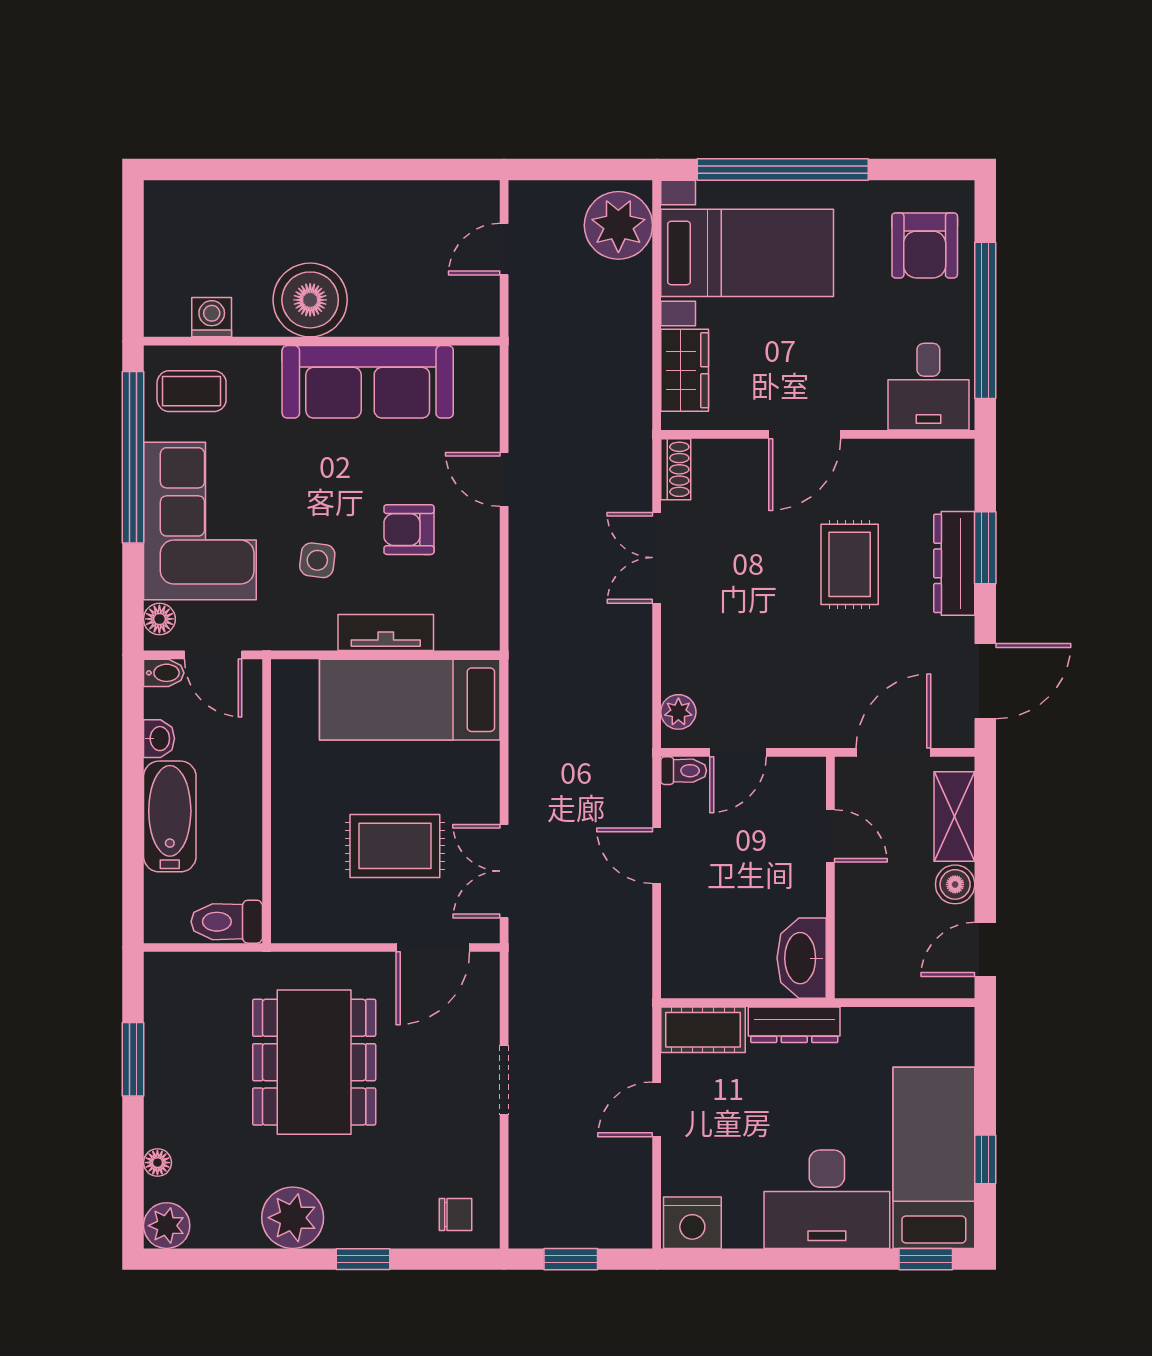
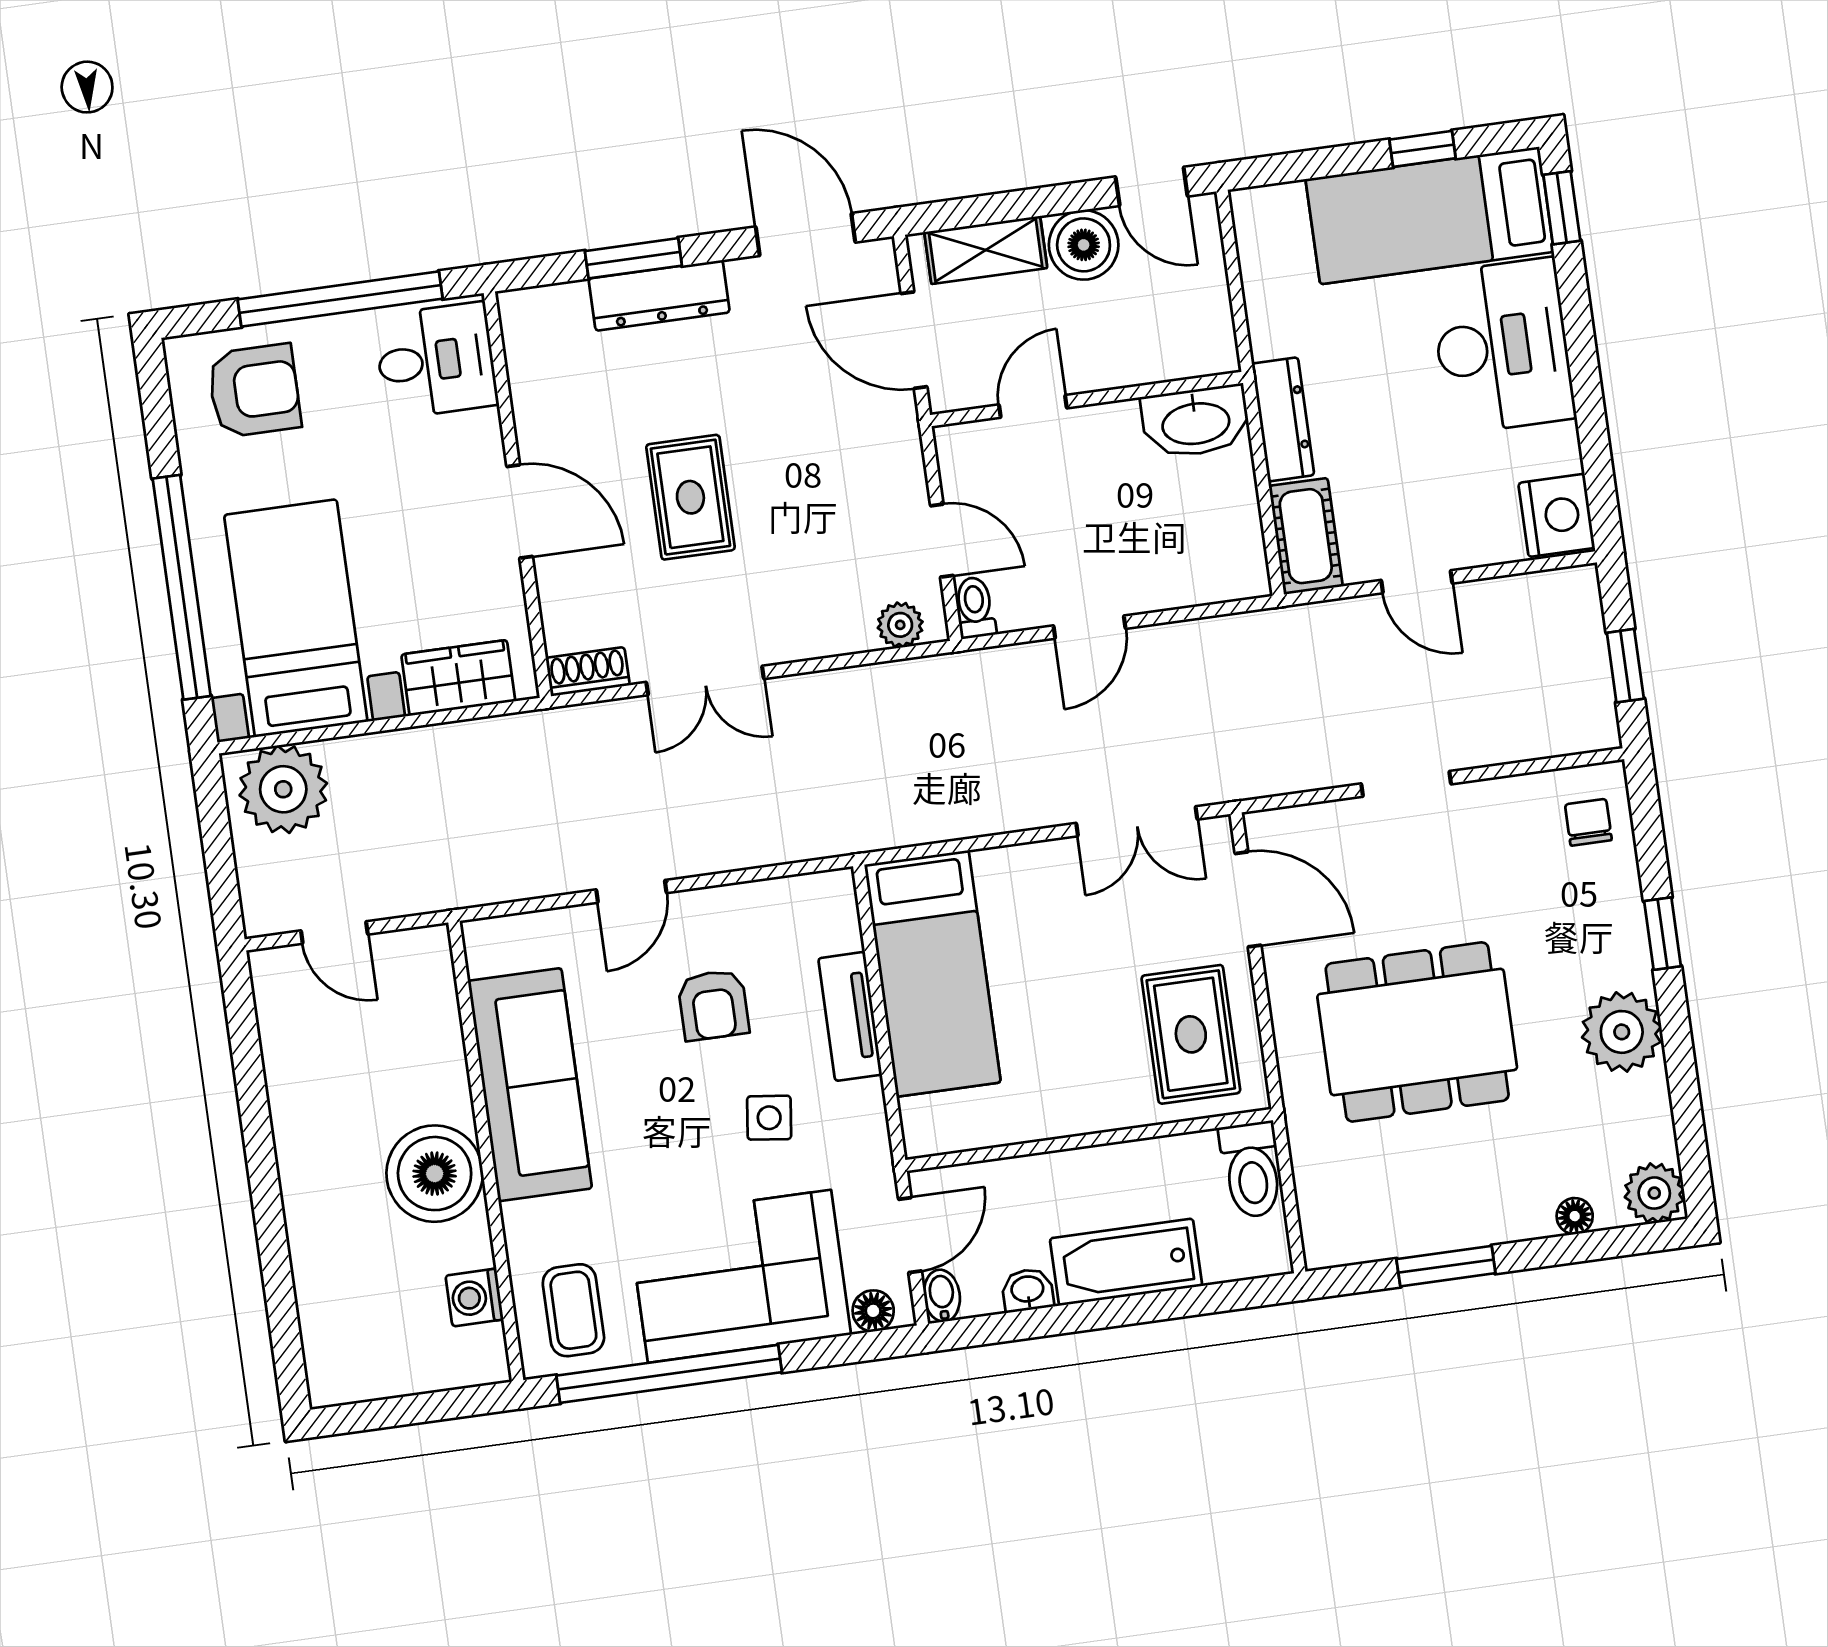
rug: (850, 564) -> (690, 497), moved, turned 90
rug: (395, 846) -> (1191, 1034), moved
boiler: (955, 884) -> (1084, 245), width x1.36, depth x1.36

